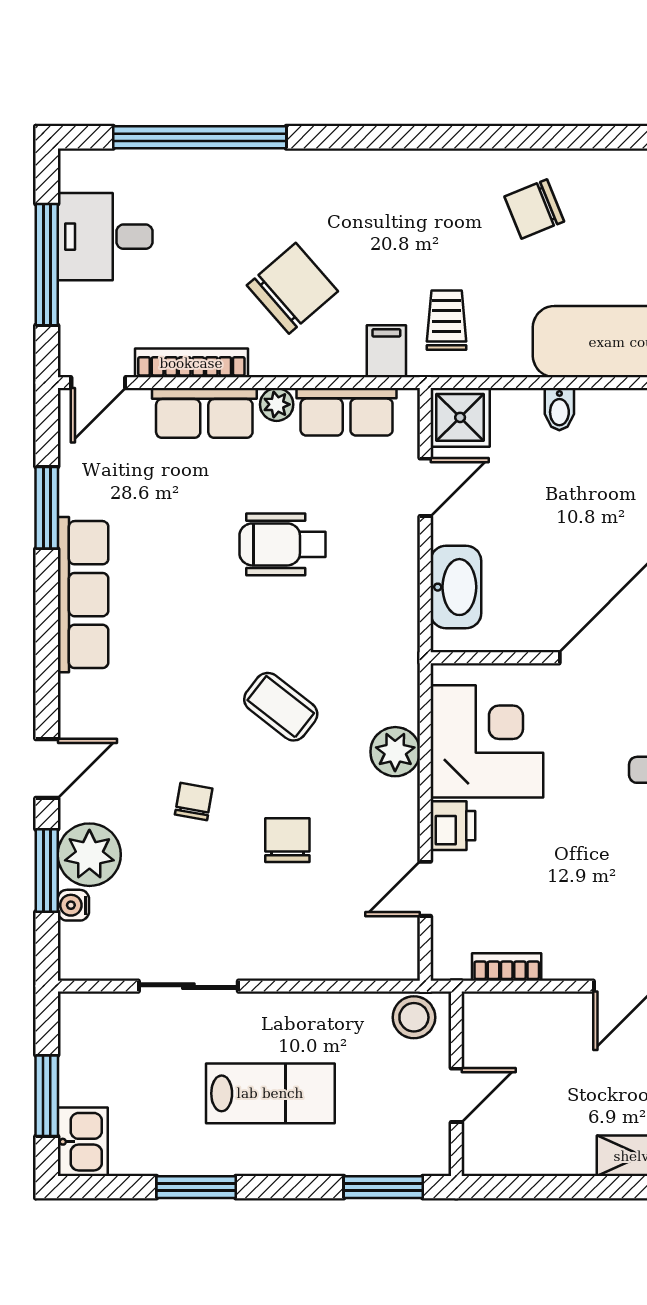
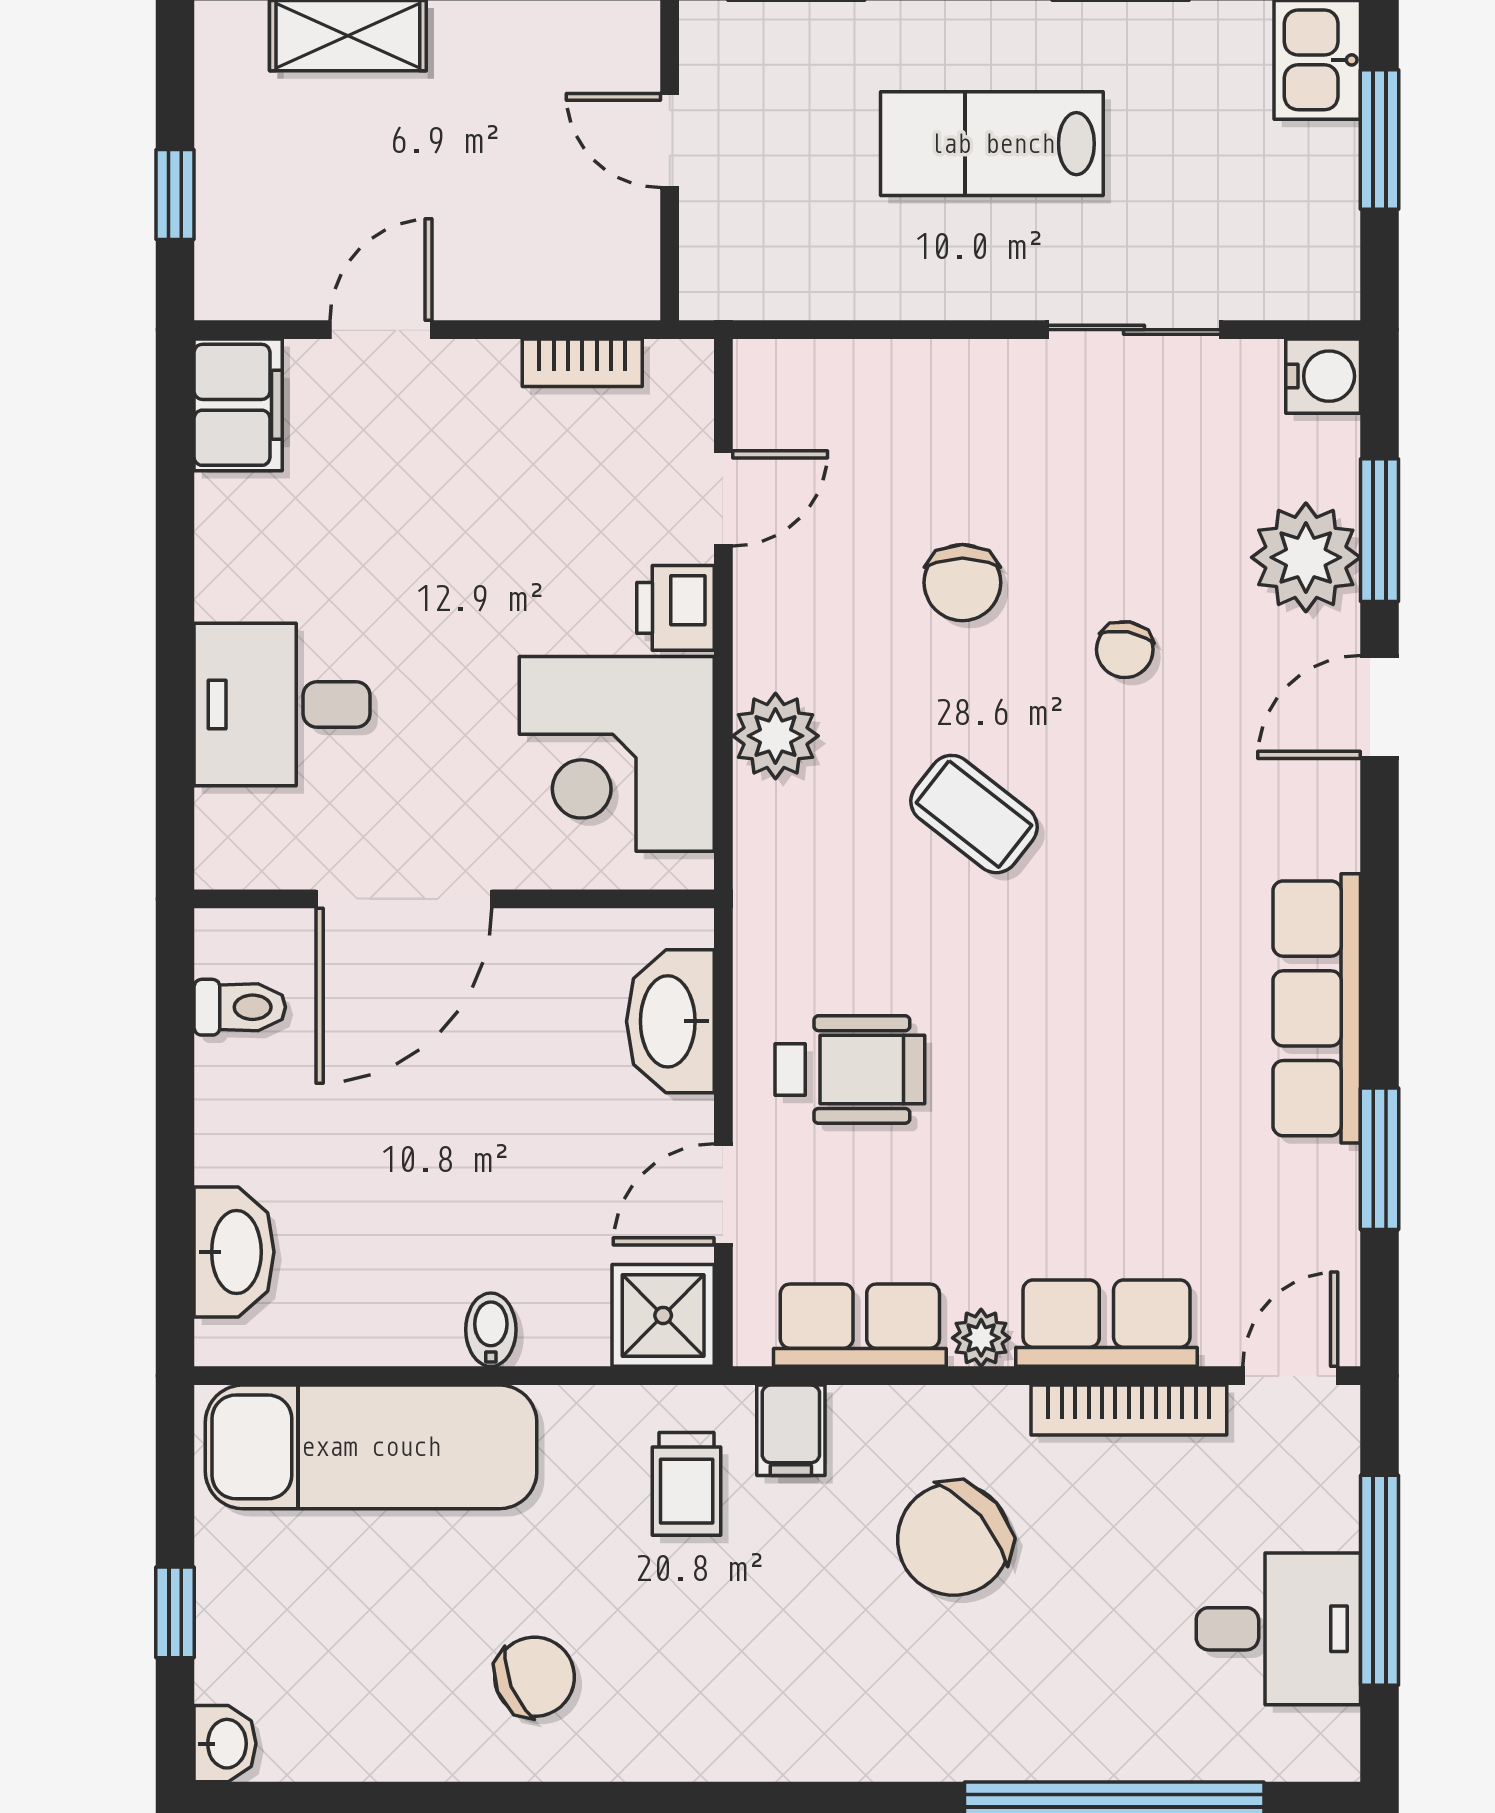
wheelchair: (283, 544) -> (850, 1070), moved
water cooler: (73, 905) -> (1323, 376), moved, width x1.38, depth x1.38
stool: (414, 1017) -> (743, 276), removed
door: (456, 1095) -> (670, 141), hinge flipped

